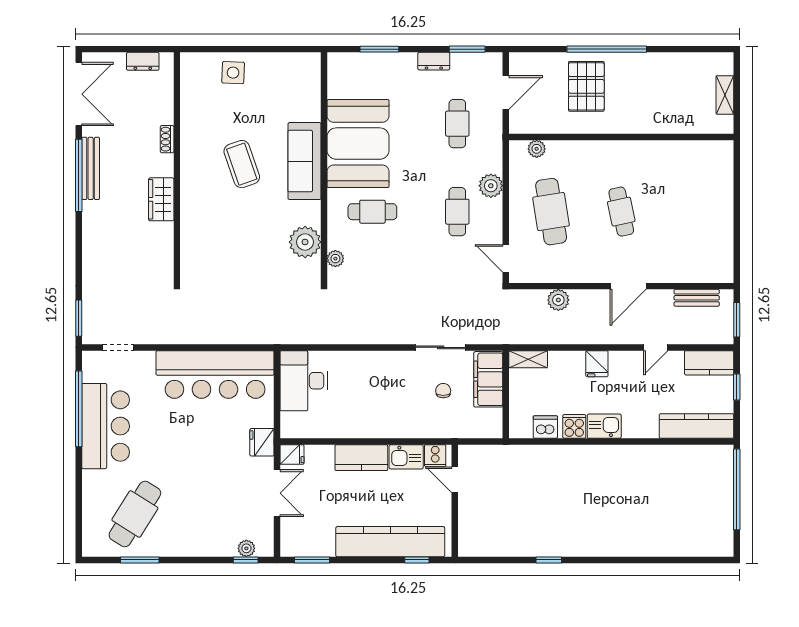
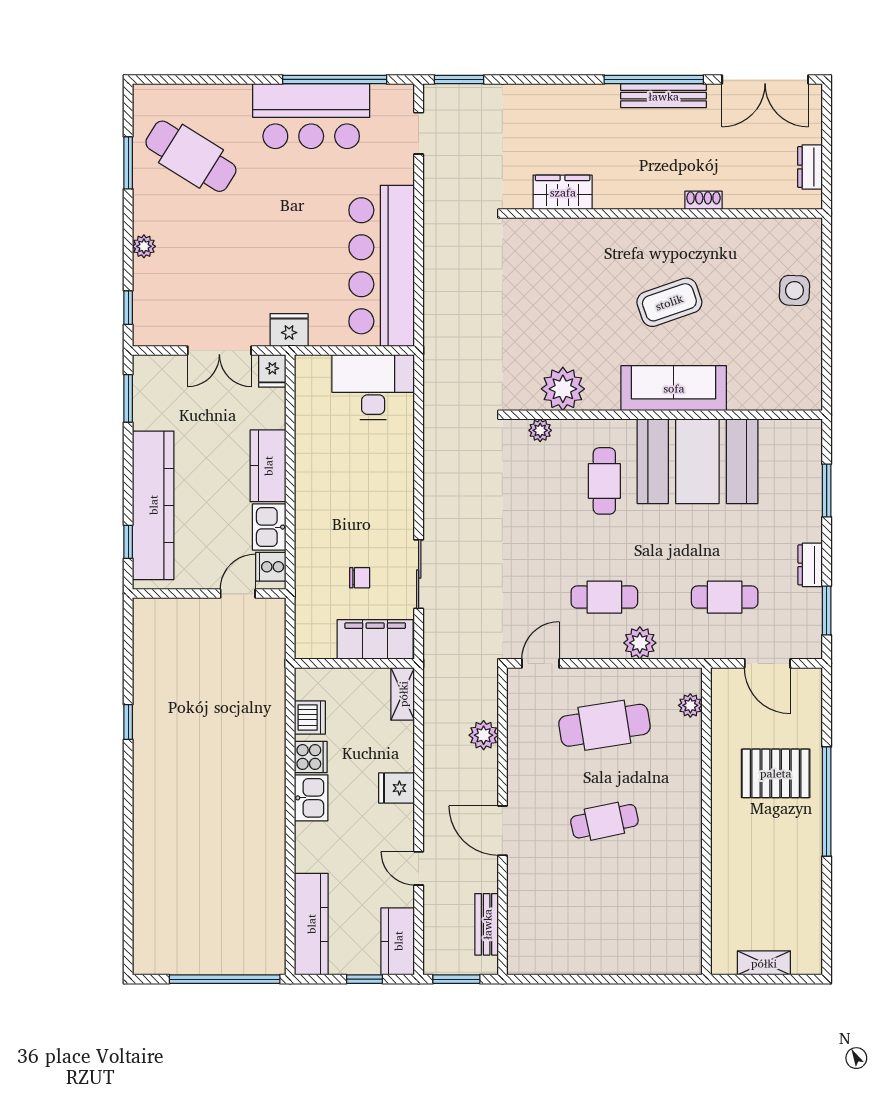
wardrobe: (161, 199) -> (563, 192), moved
plant: (246, 548) -> (144, 246), moved

